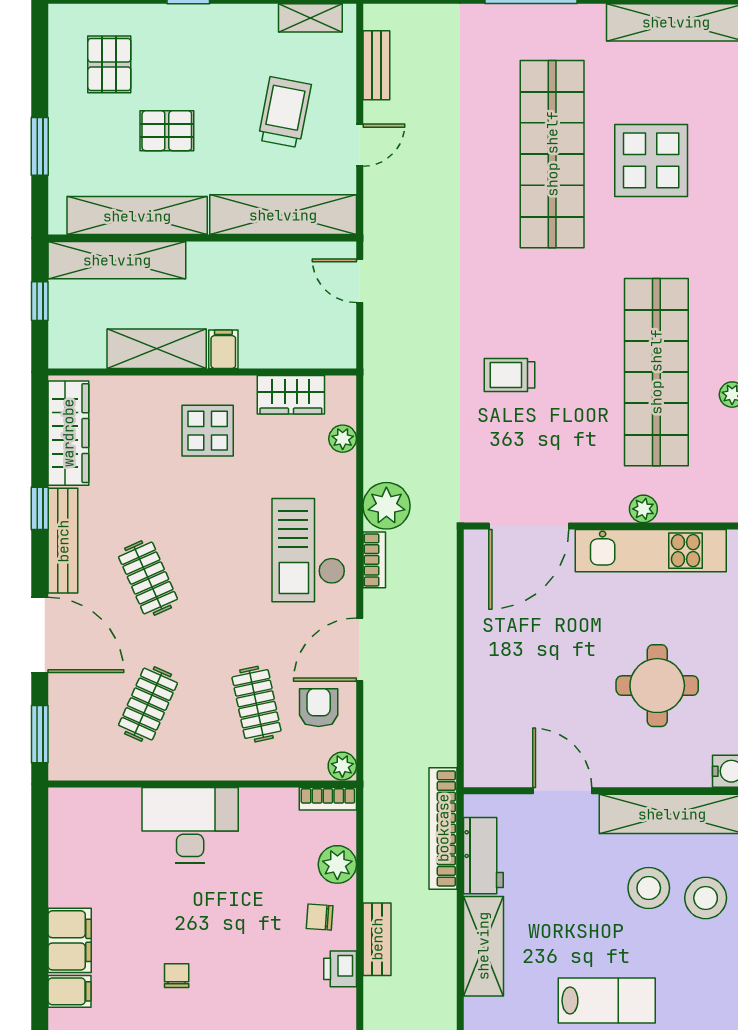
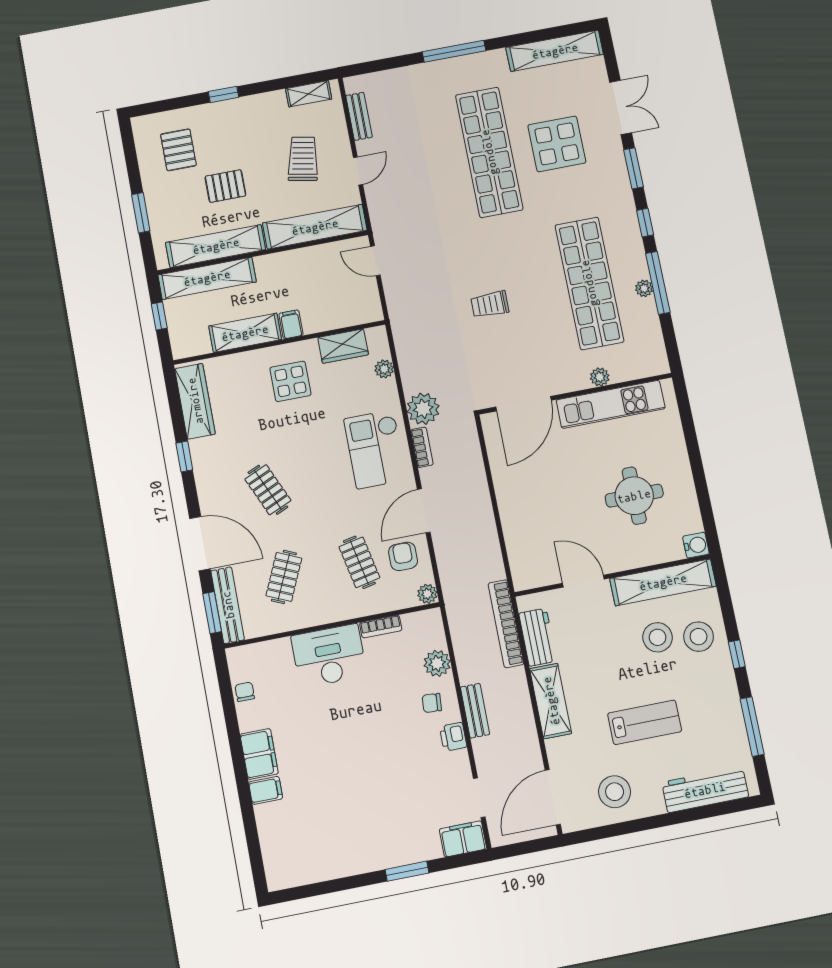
bench: (63, 541) -> (228, 605), moved
bookcase: (328, 799) -> (381, 627), moved
chair: (177, 976) -> (245, 692), moved

